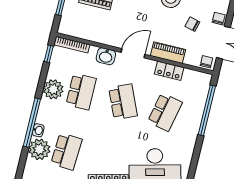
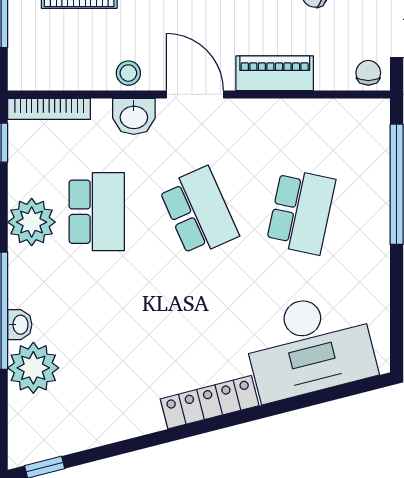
stool: (108, 38) -> (128, 73), added
door: (133, 53) -> (195, 94), hinge flipped
locker: (169, 71) -> (288, 114), removed
school desk: (66, 151) -> (97, 358), removed

